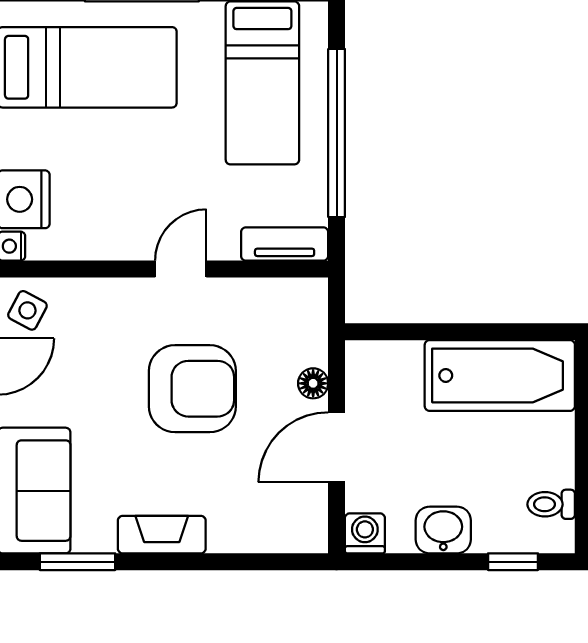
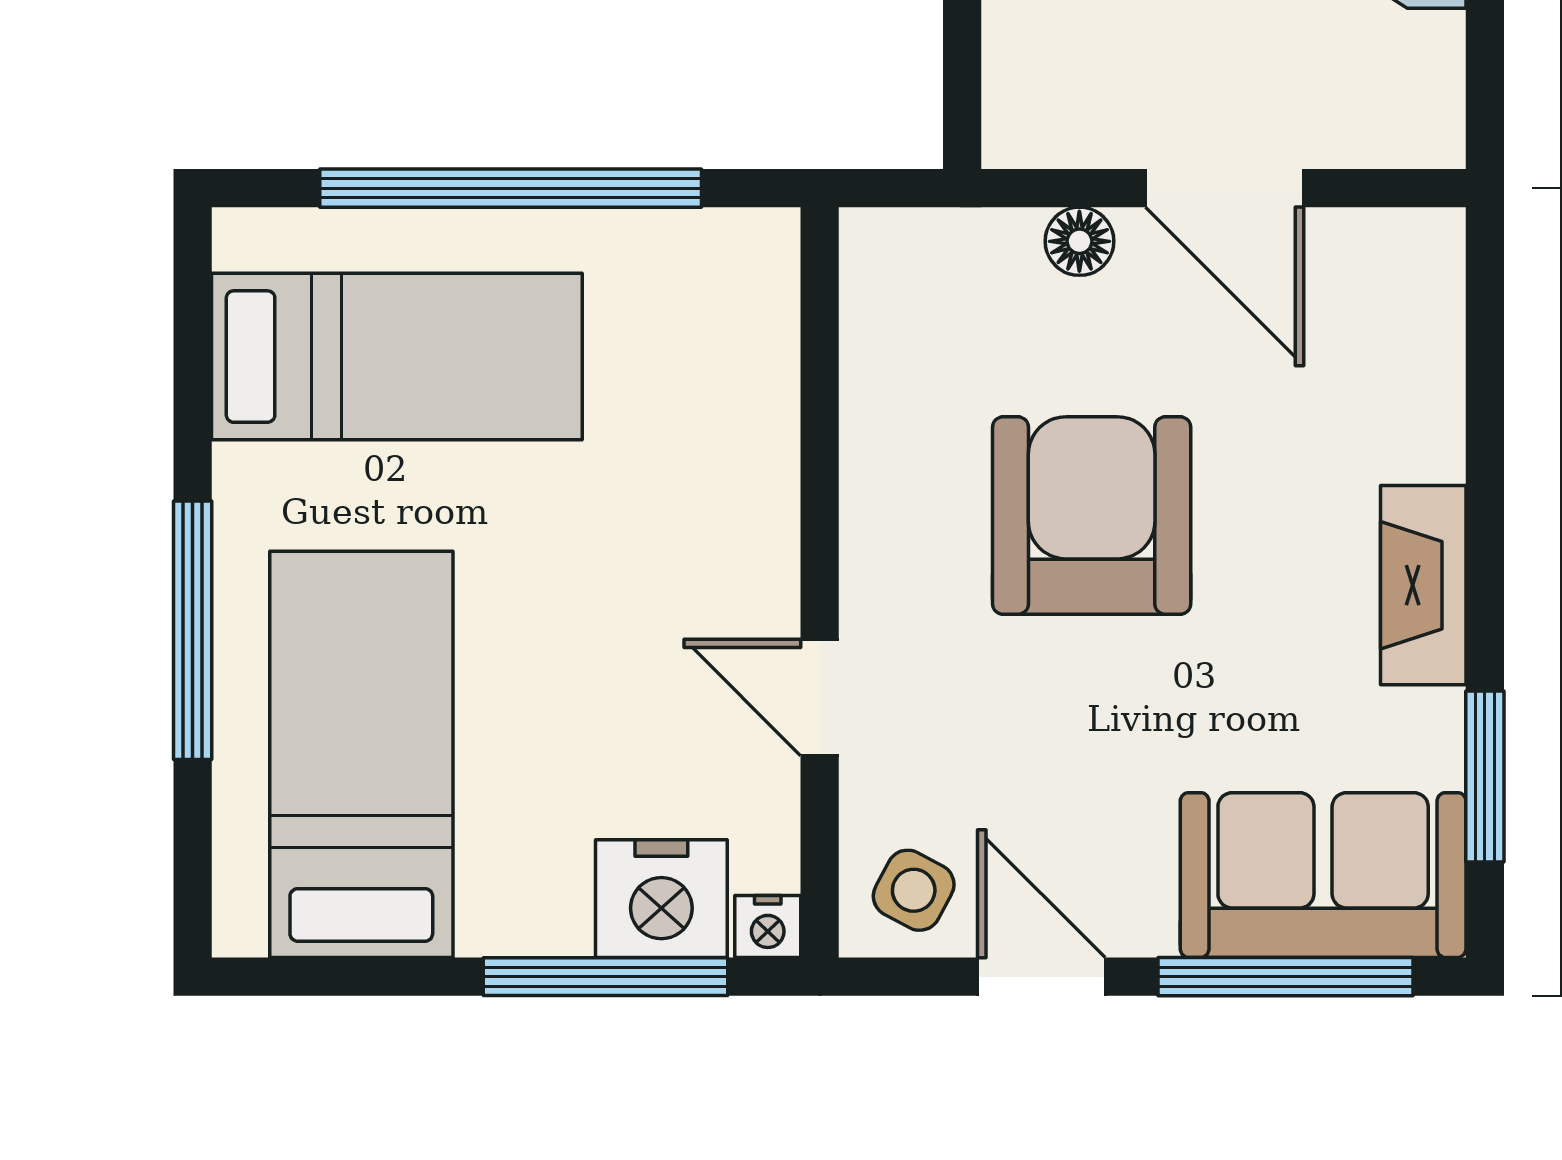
tv unit: (285, 244) -> (763, 306), removed
door: (181, 269) -> (820, 698), moved
washing machine: (365, 533) -> (1420, 124), removed

